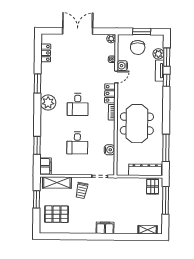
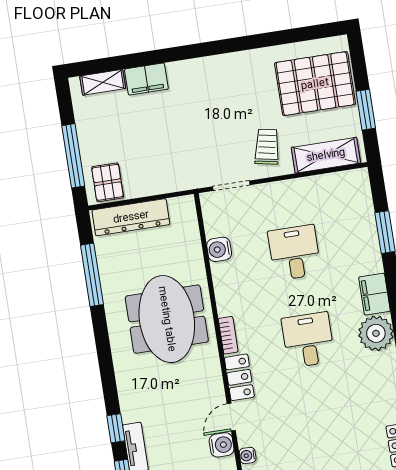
filing cabinet: (46, 166) -> (374, 294), moved
pallet: (56, 214) -> (315, 84), width x1.37, depth x1.41
filing cabinet: (105, 228) -> (146, 79), moved

